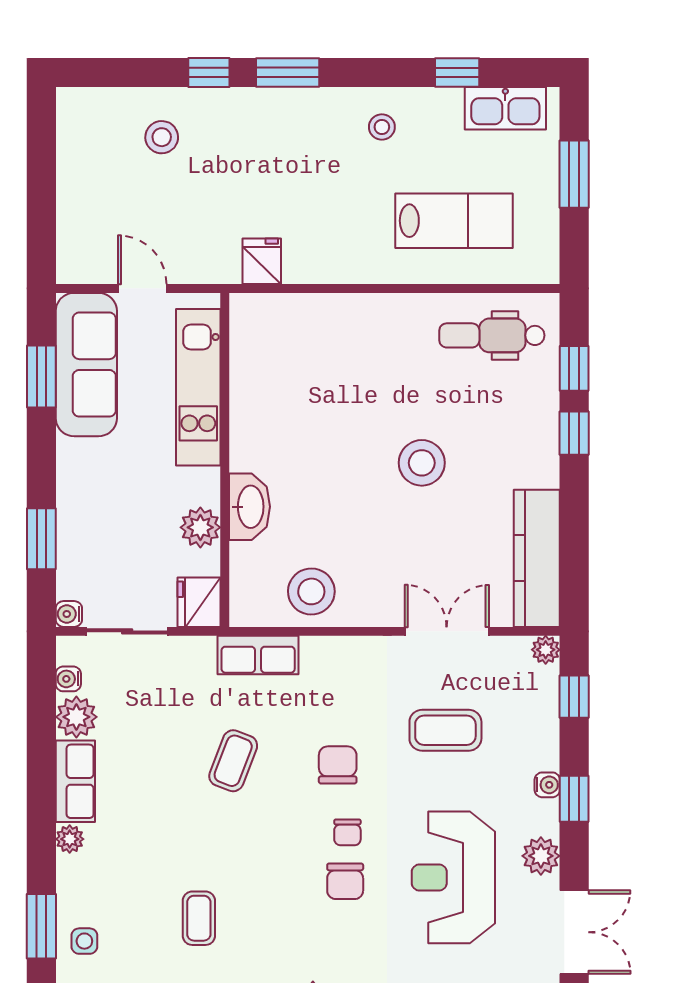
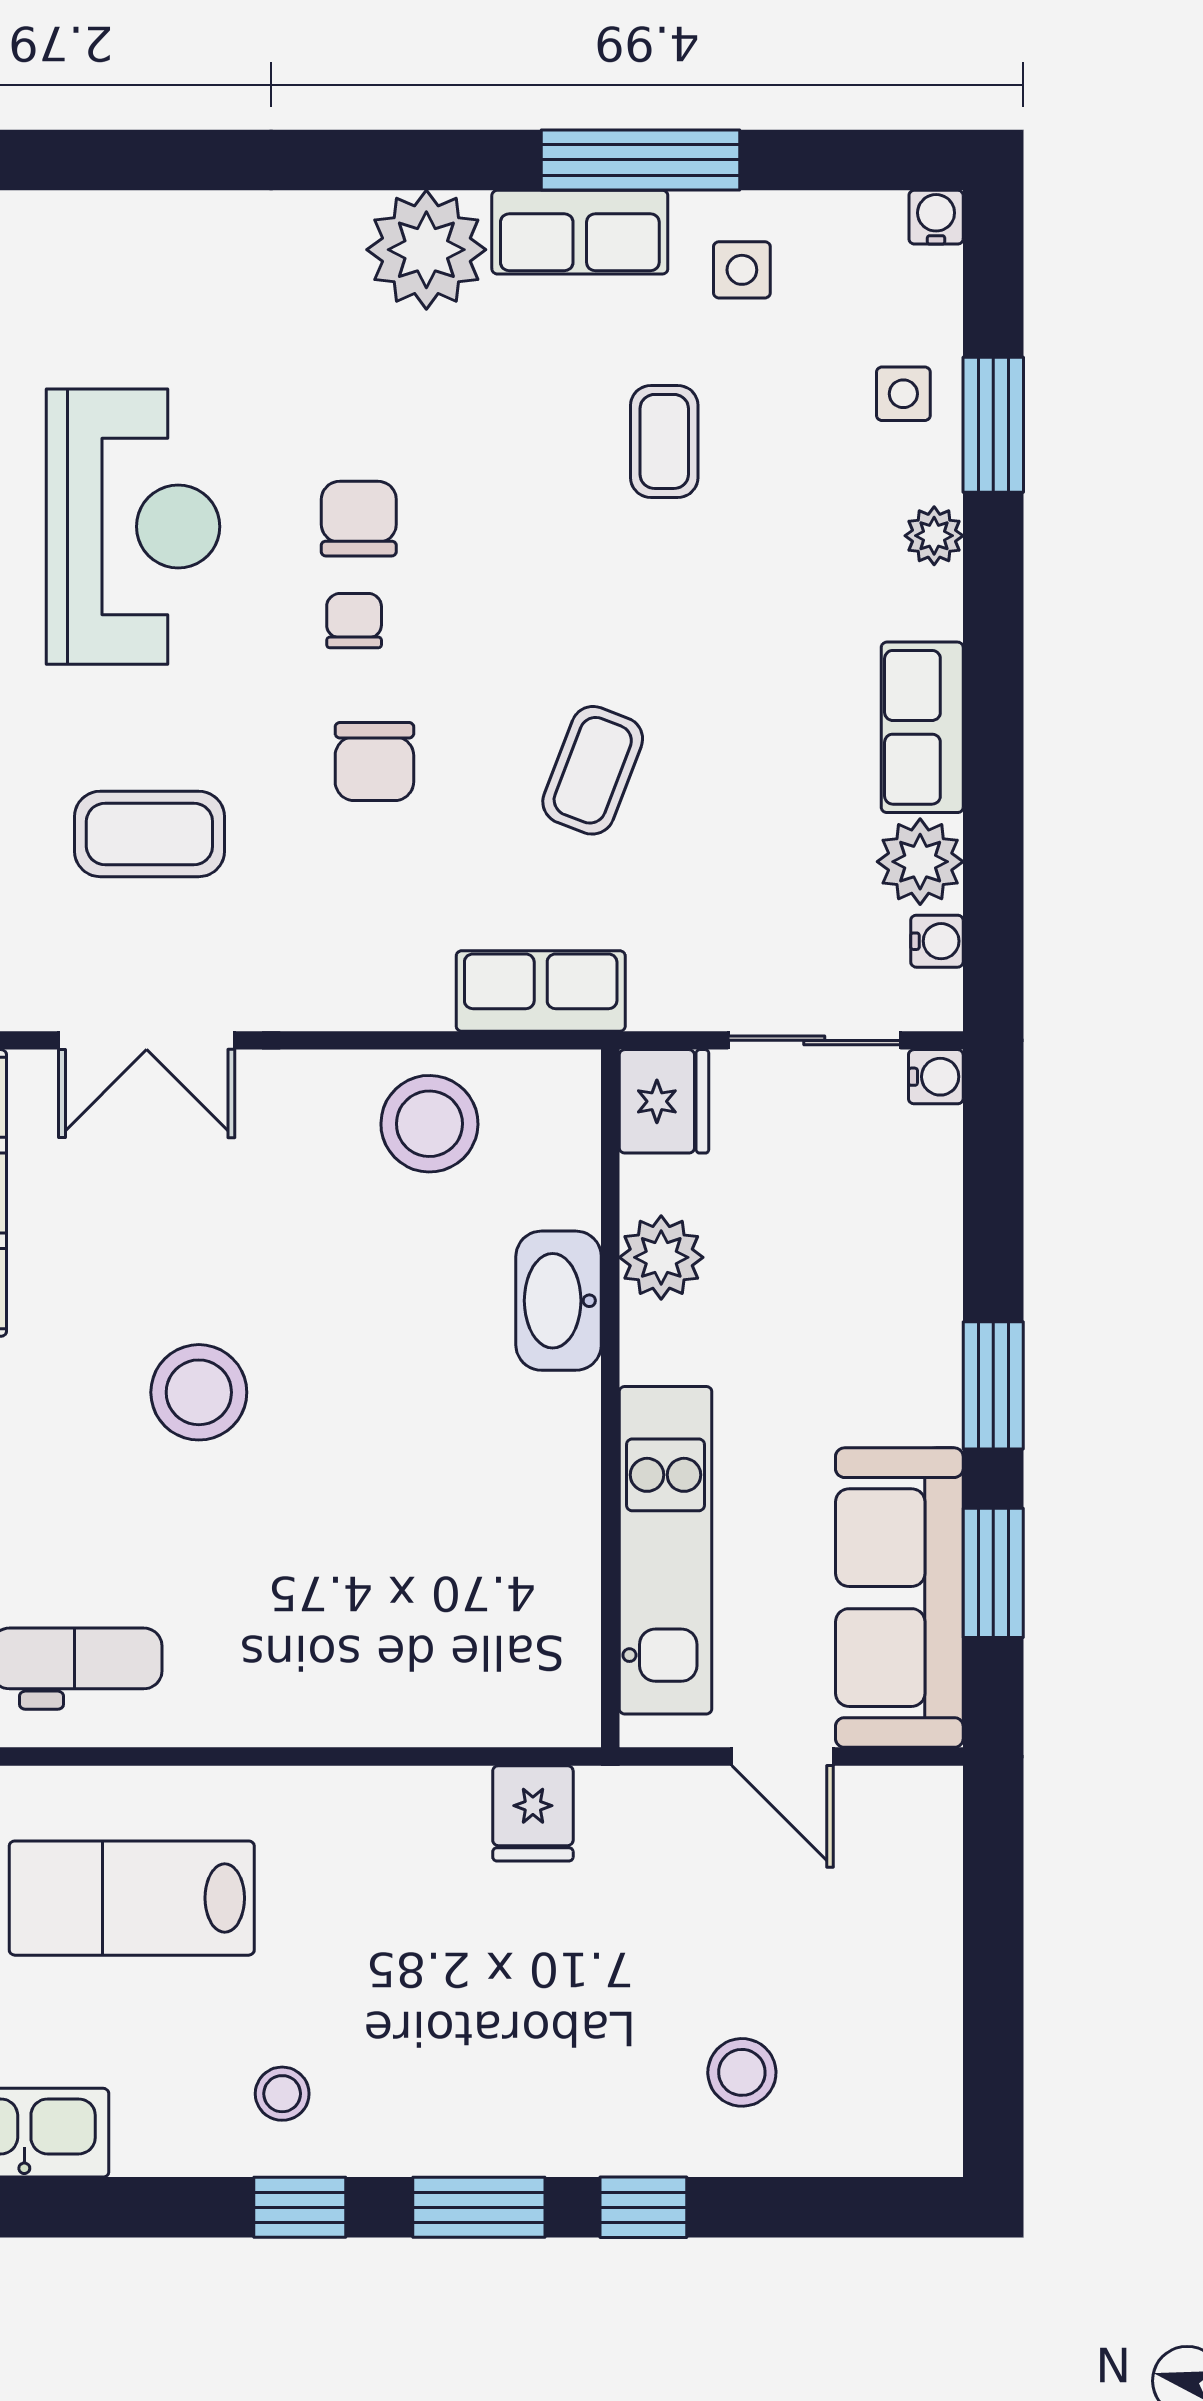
window: (457, 73) -> (300, 2207), moved
window: (41, 539) -> (993, 1385), moved
plant: (70, 839) -> (934, 536), moved

